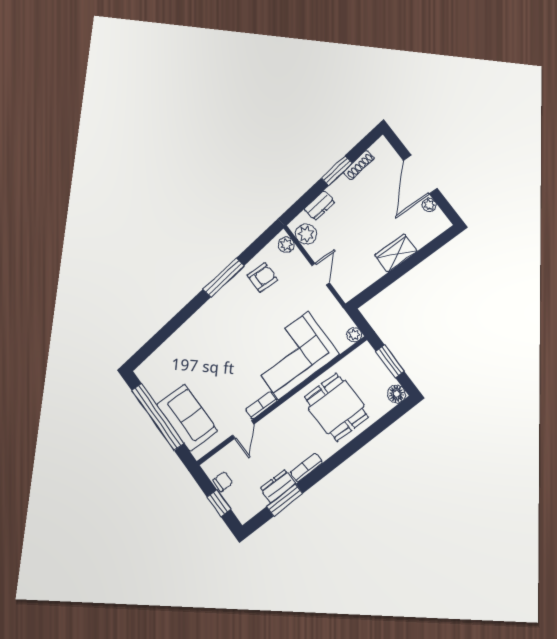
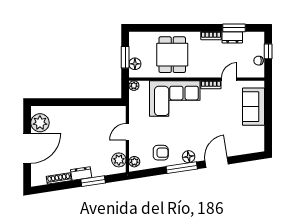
window: (337, 171) -> (93, 181), moved
dresser: (320, 205) -> (81, 174), moved
plant: (429, 205) -> (40, 123), width x1.88, depth x1.88
wardrobe: (396, 253) -> (76, 113), removed
armchair: (262, 278) -> (161, 153), turned 180
floor lamp: (225, 297) -> (189, 157), added
door: (185, 314) -> (217, 162), added
floor lamp: (397, 394) -> (135, 64), moved
window: (158, 417) -> (268, 118), removed

